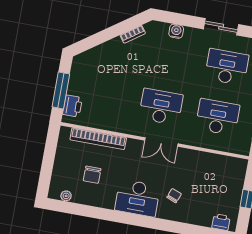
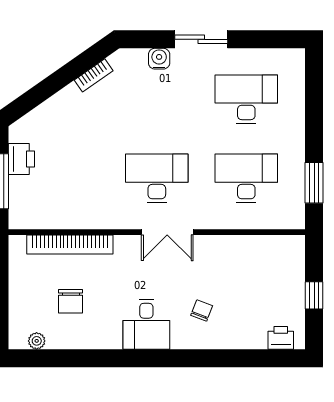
sliding door: (221, 27) -> (201, 39), moved
printer: (72, 106) -> (21, 159), moved
desk: (137, 198) -> (146, 324), width x0.73

